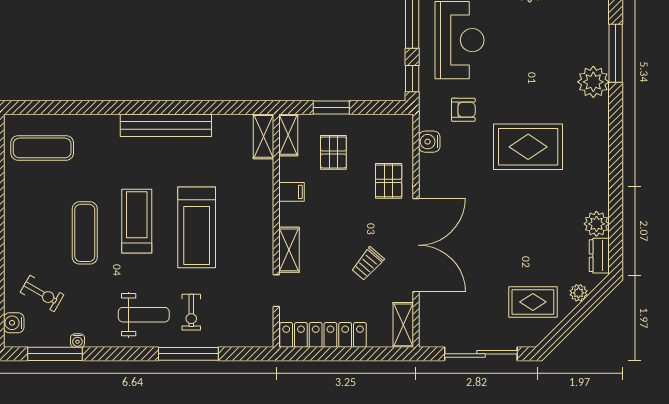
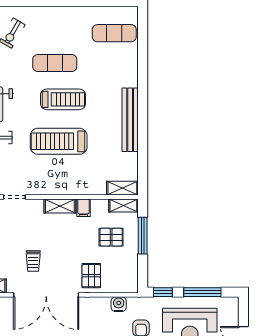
window: (331, 107) -> (143, 236), width x1.44
exercise mat: (42, 148) -> (114, 33), turned 90
pallet: (389, 181) -> (91, 276), turned 90
shelving: (289, 250) -> (60, 206), moved
trolley: (368, 264) -> (33, 261), turned -131

